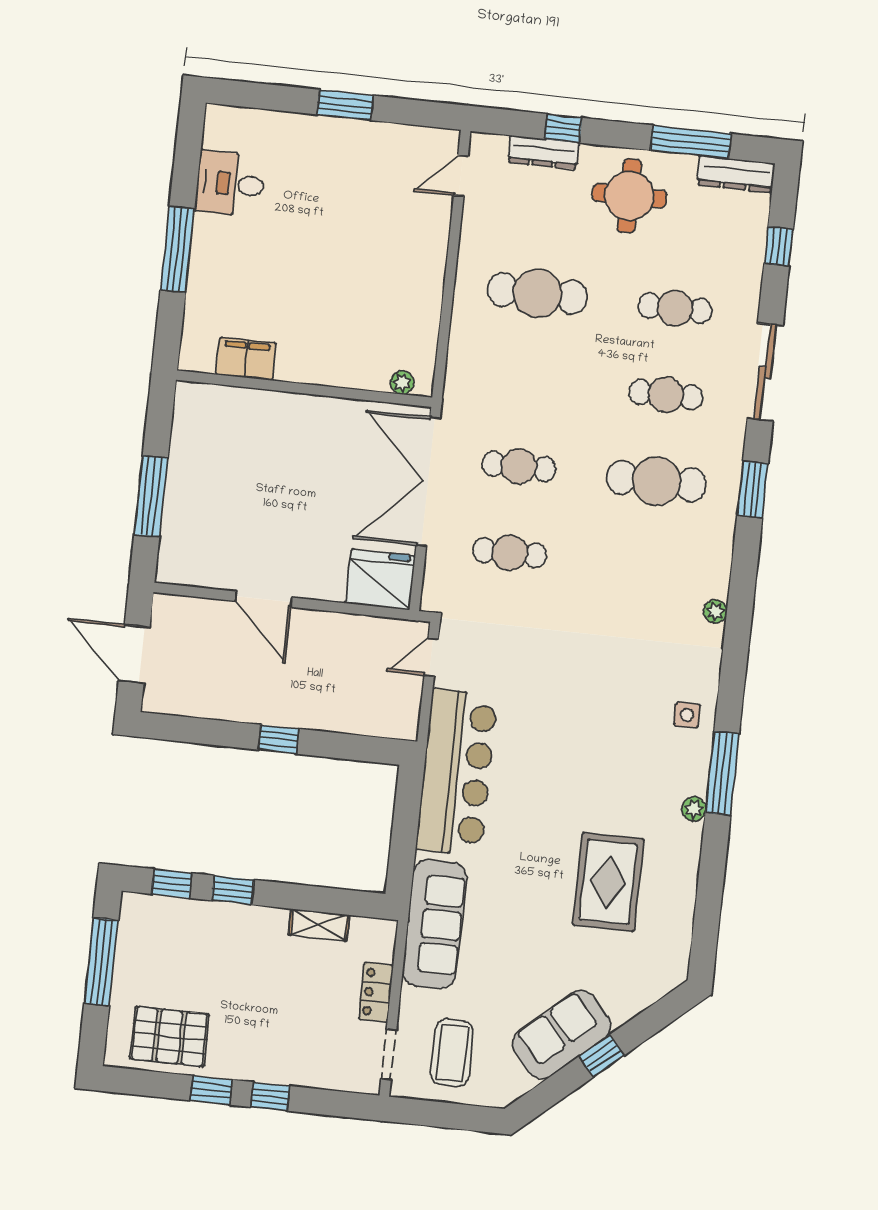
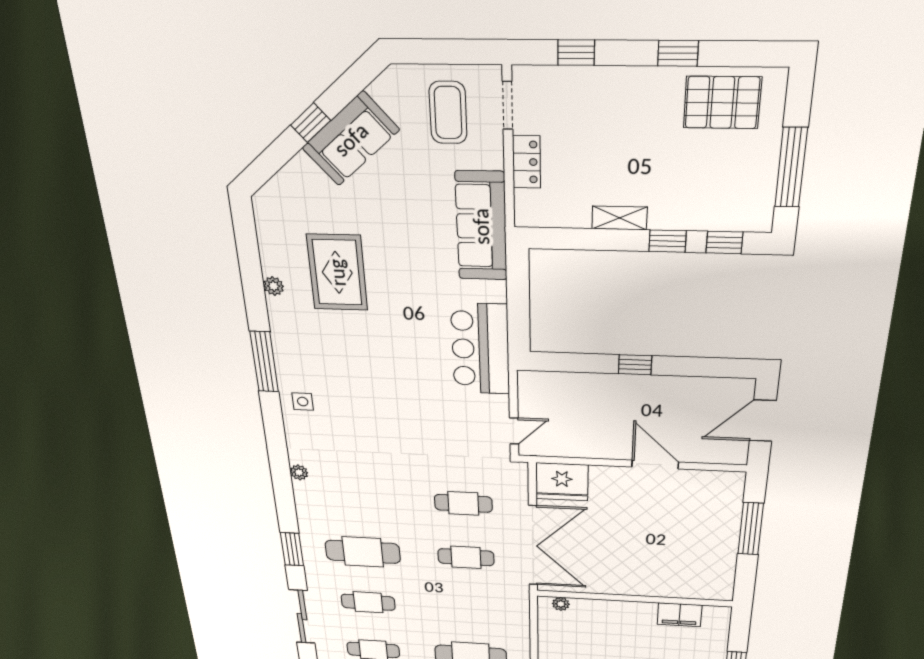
door: (134, 654) -> (763, 421), swing flipped
bar counter: (457, 772) -> (480, 349), width x0.73
plant: (694, 809) -> (274, 286), moved
shelving: (319, 925) -> (619, 218), moved
window: (270, 1096) -> (576, 53), moved

